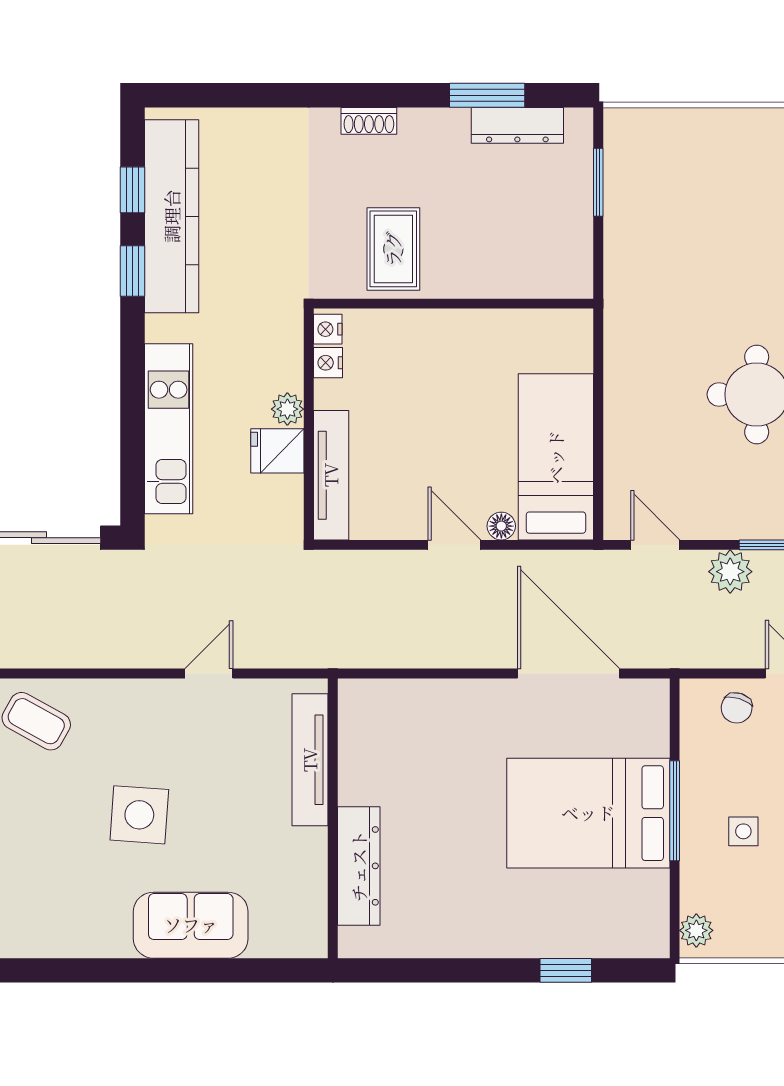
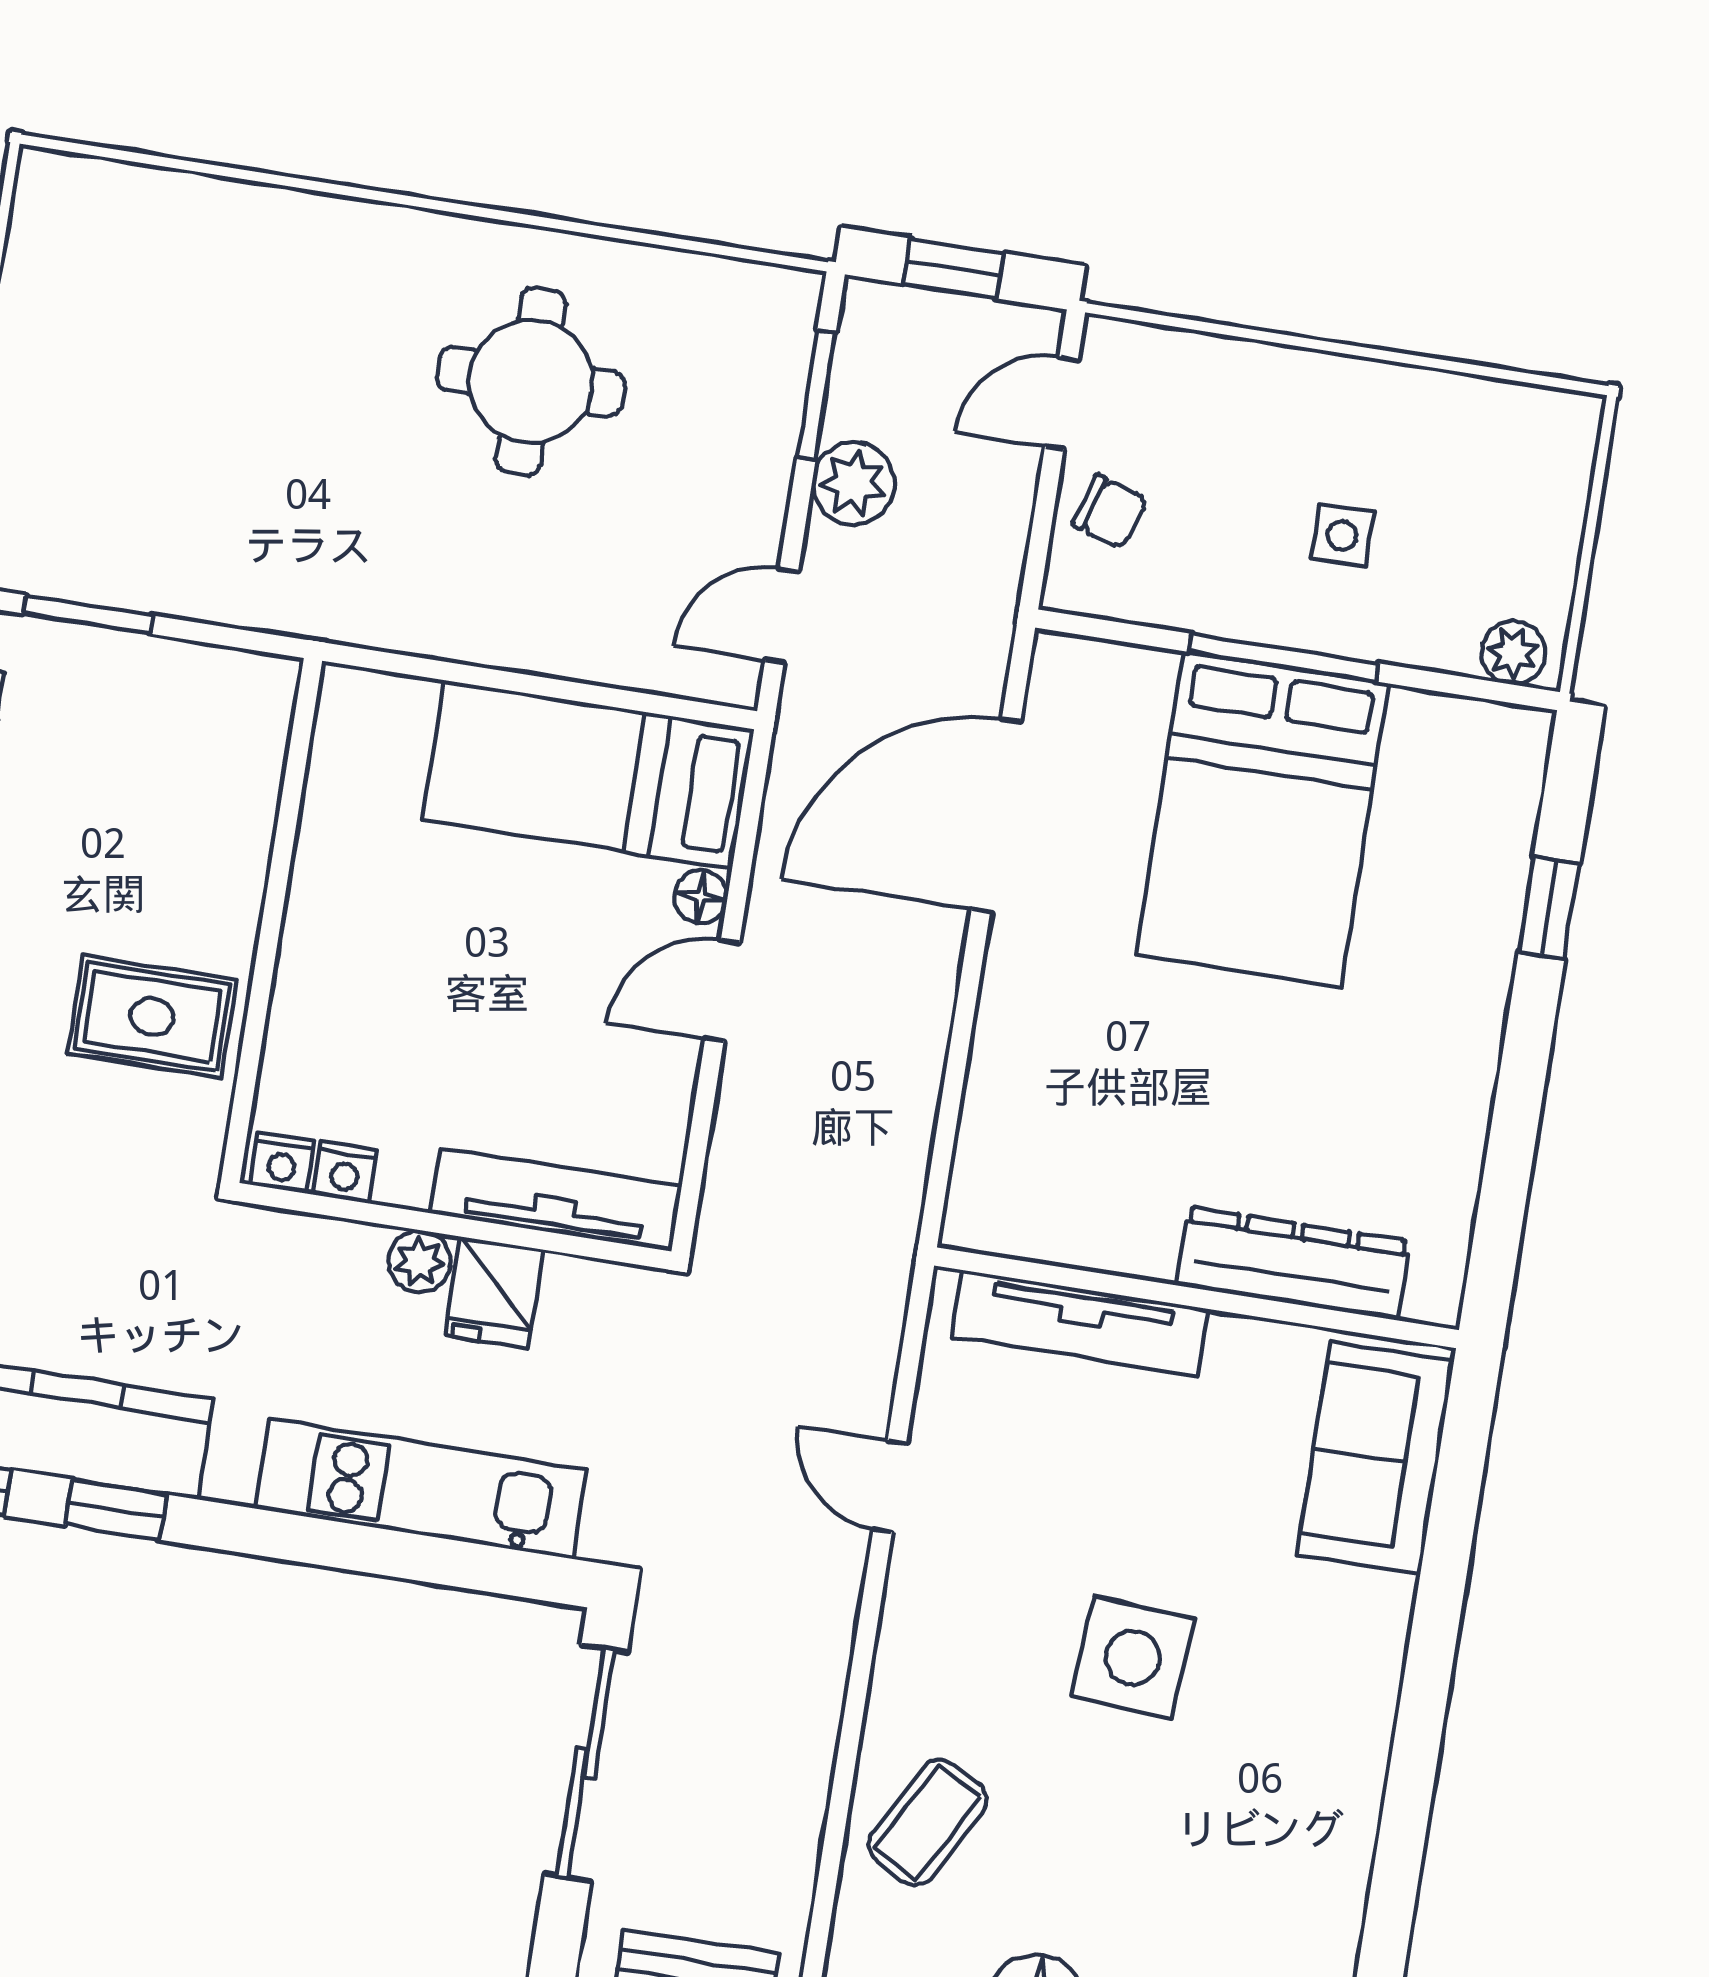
sofa: (191, 925) -> (1376, 1458), moved

